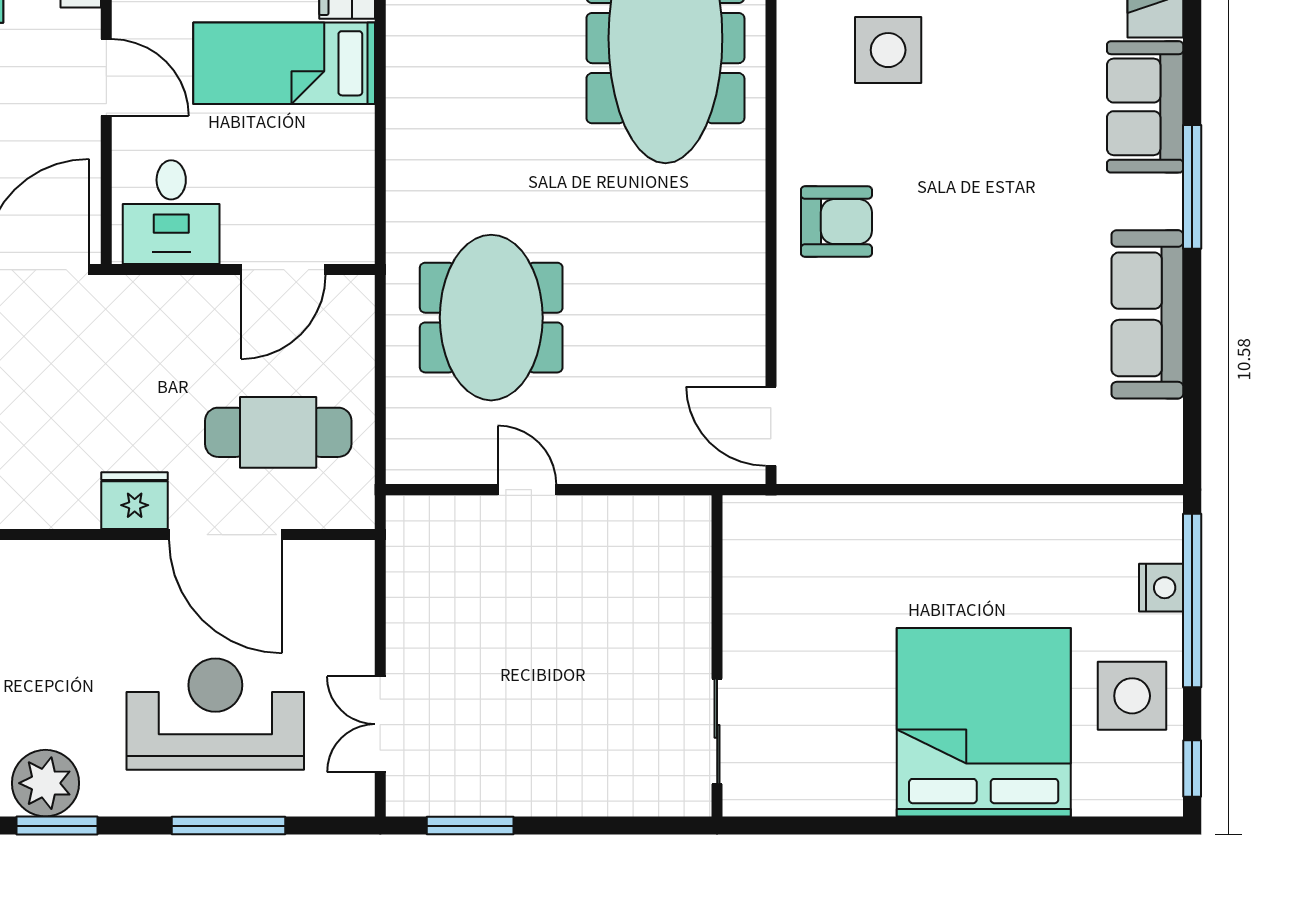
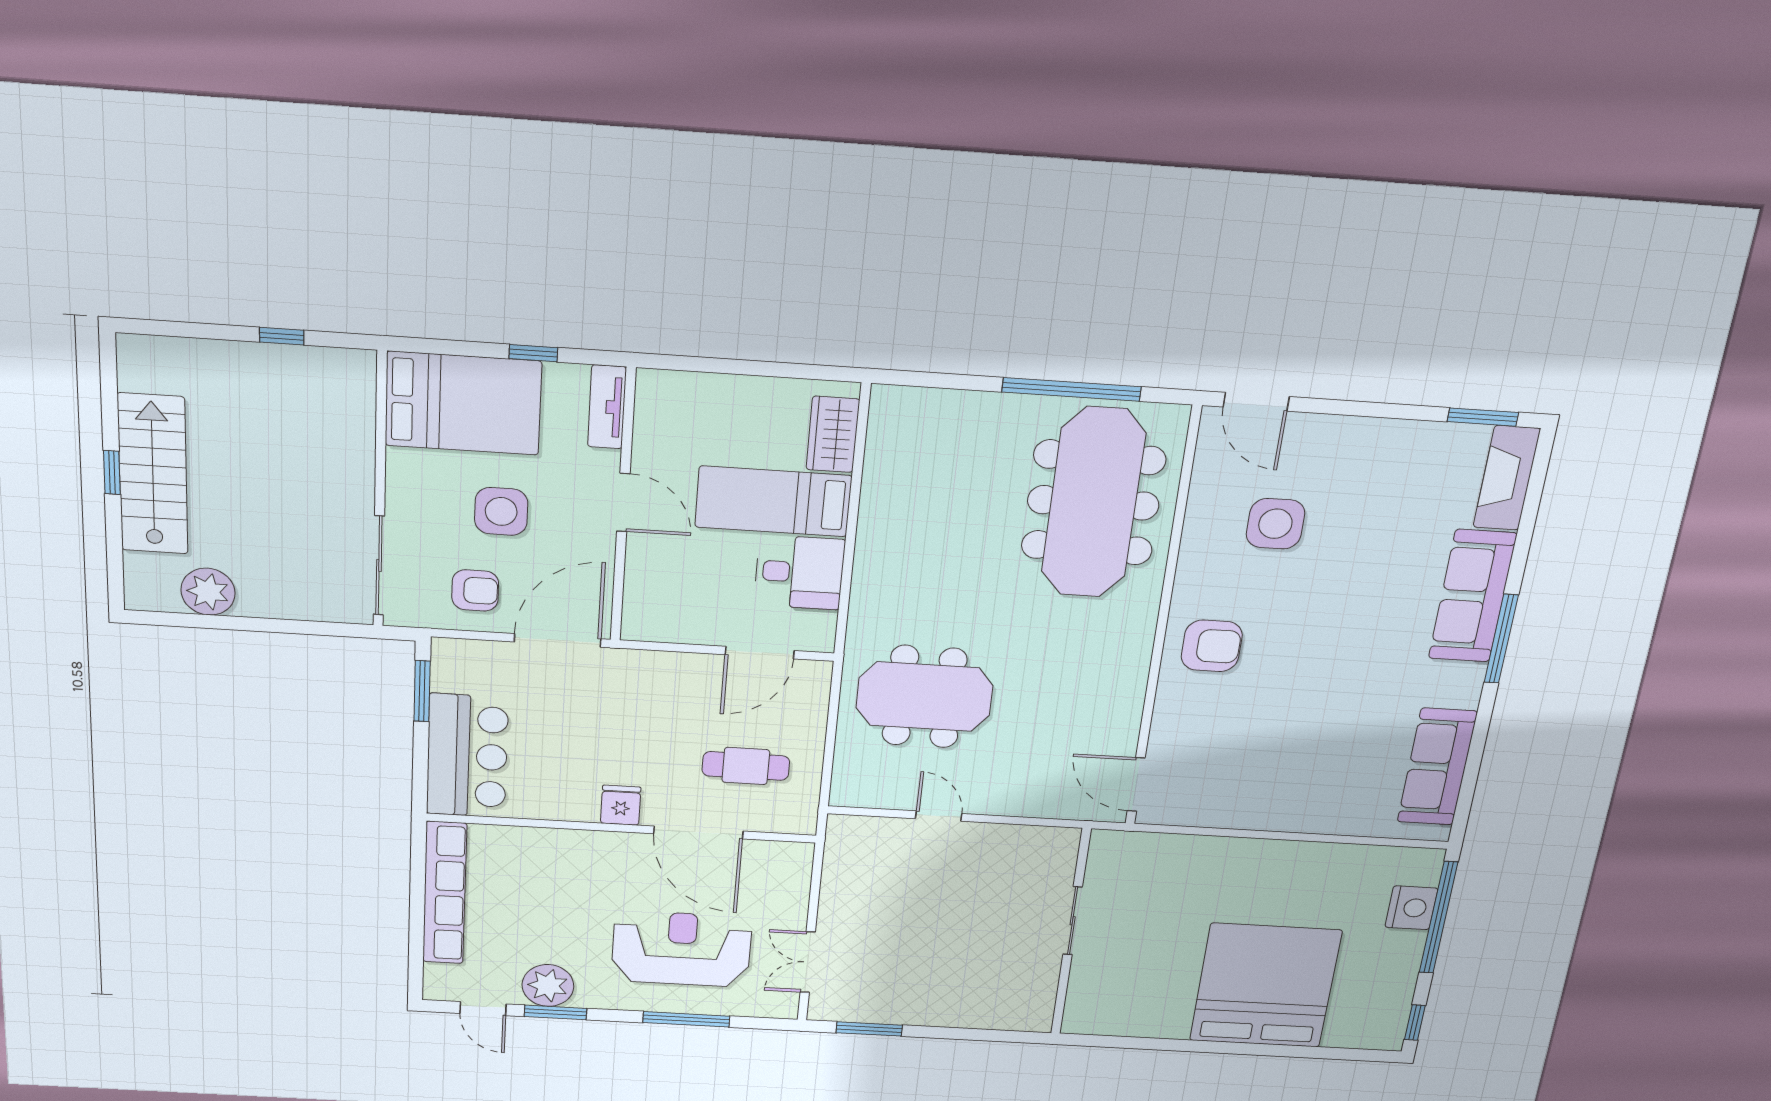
sofa: (1145, 107) -> (1472, 596), width x1.36
desk: (171, 212) -> (799, 572), moved, turned -90
sofa: (1147, 314) -> (1437, 767), moved
meeting table: (491, 318) -> (924, 697), turned 90
cafe table: (278, 432) -> (746, 766), width x0.73, depth x0.74
fridge: (135, 501) -> (621, 805), width x0.72
nightstand: (1161, 588) -> (1411, 908), width x1.36, depth x1.33
side table: (1132, 696) -> (1380, 975), removed
sliding door: (717, 731) -> (1073, 921), moved

